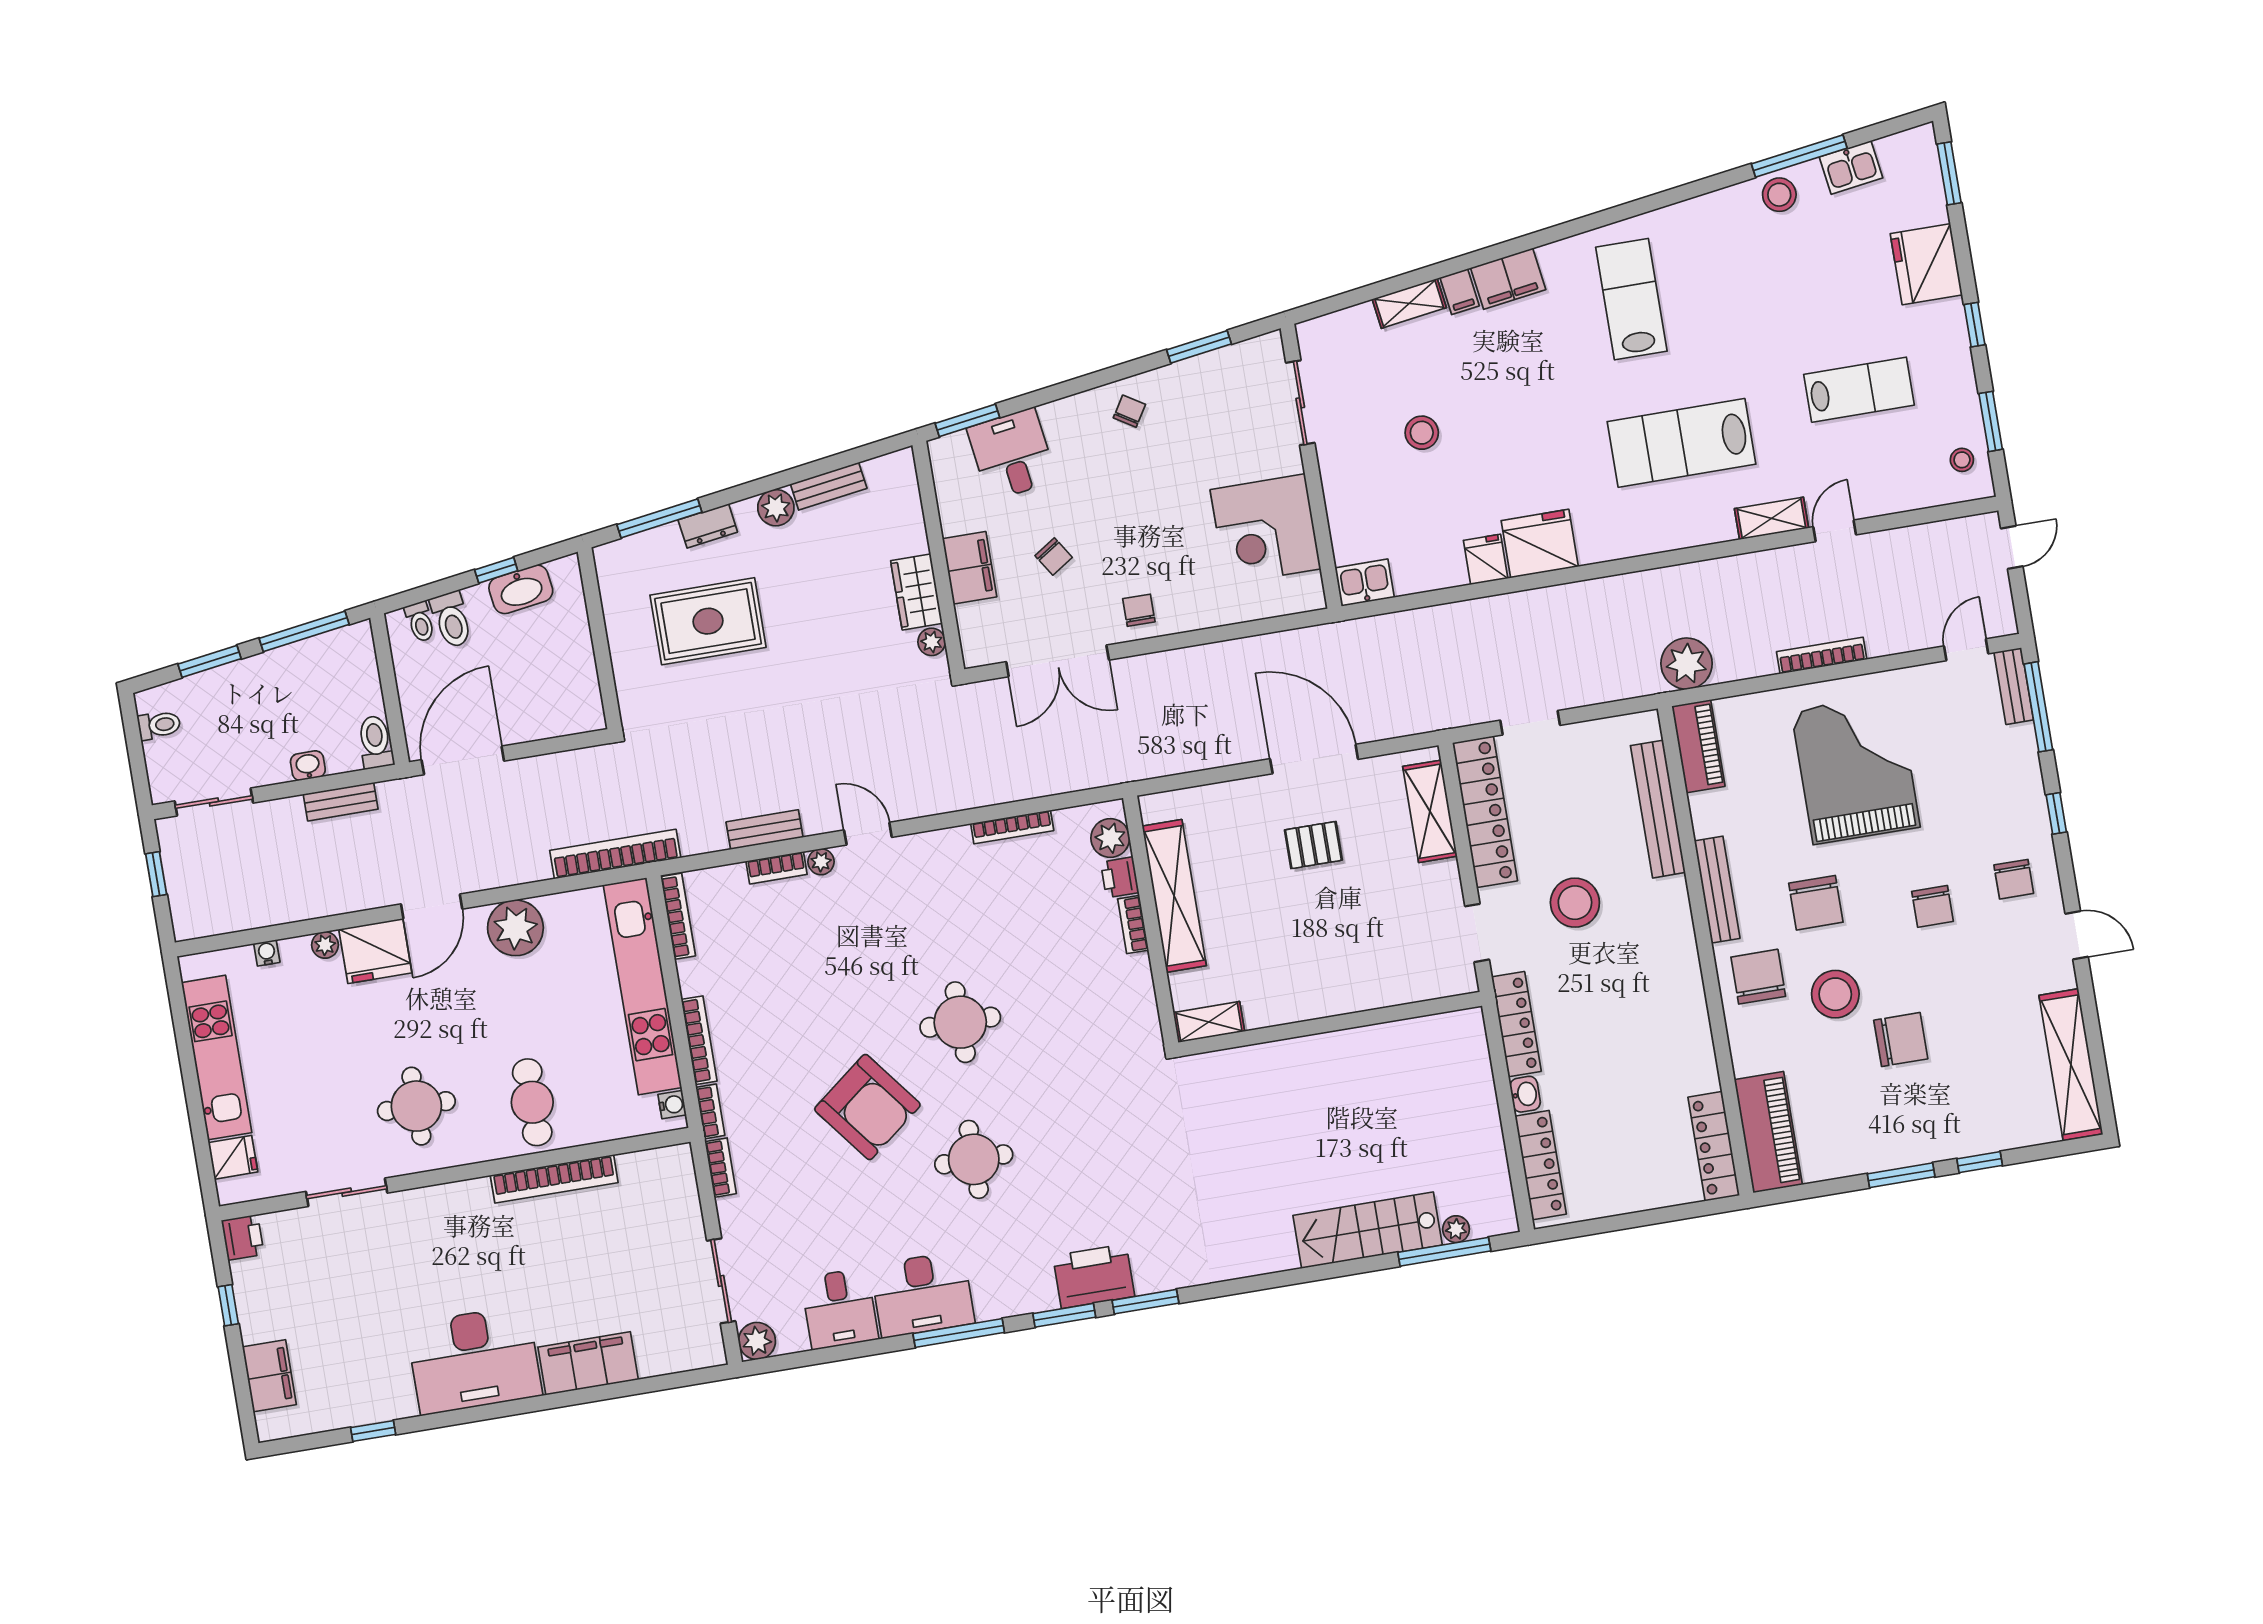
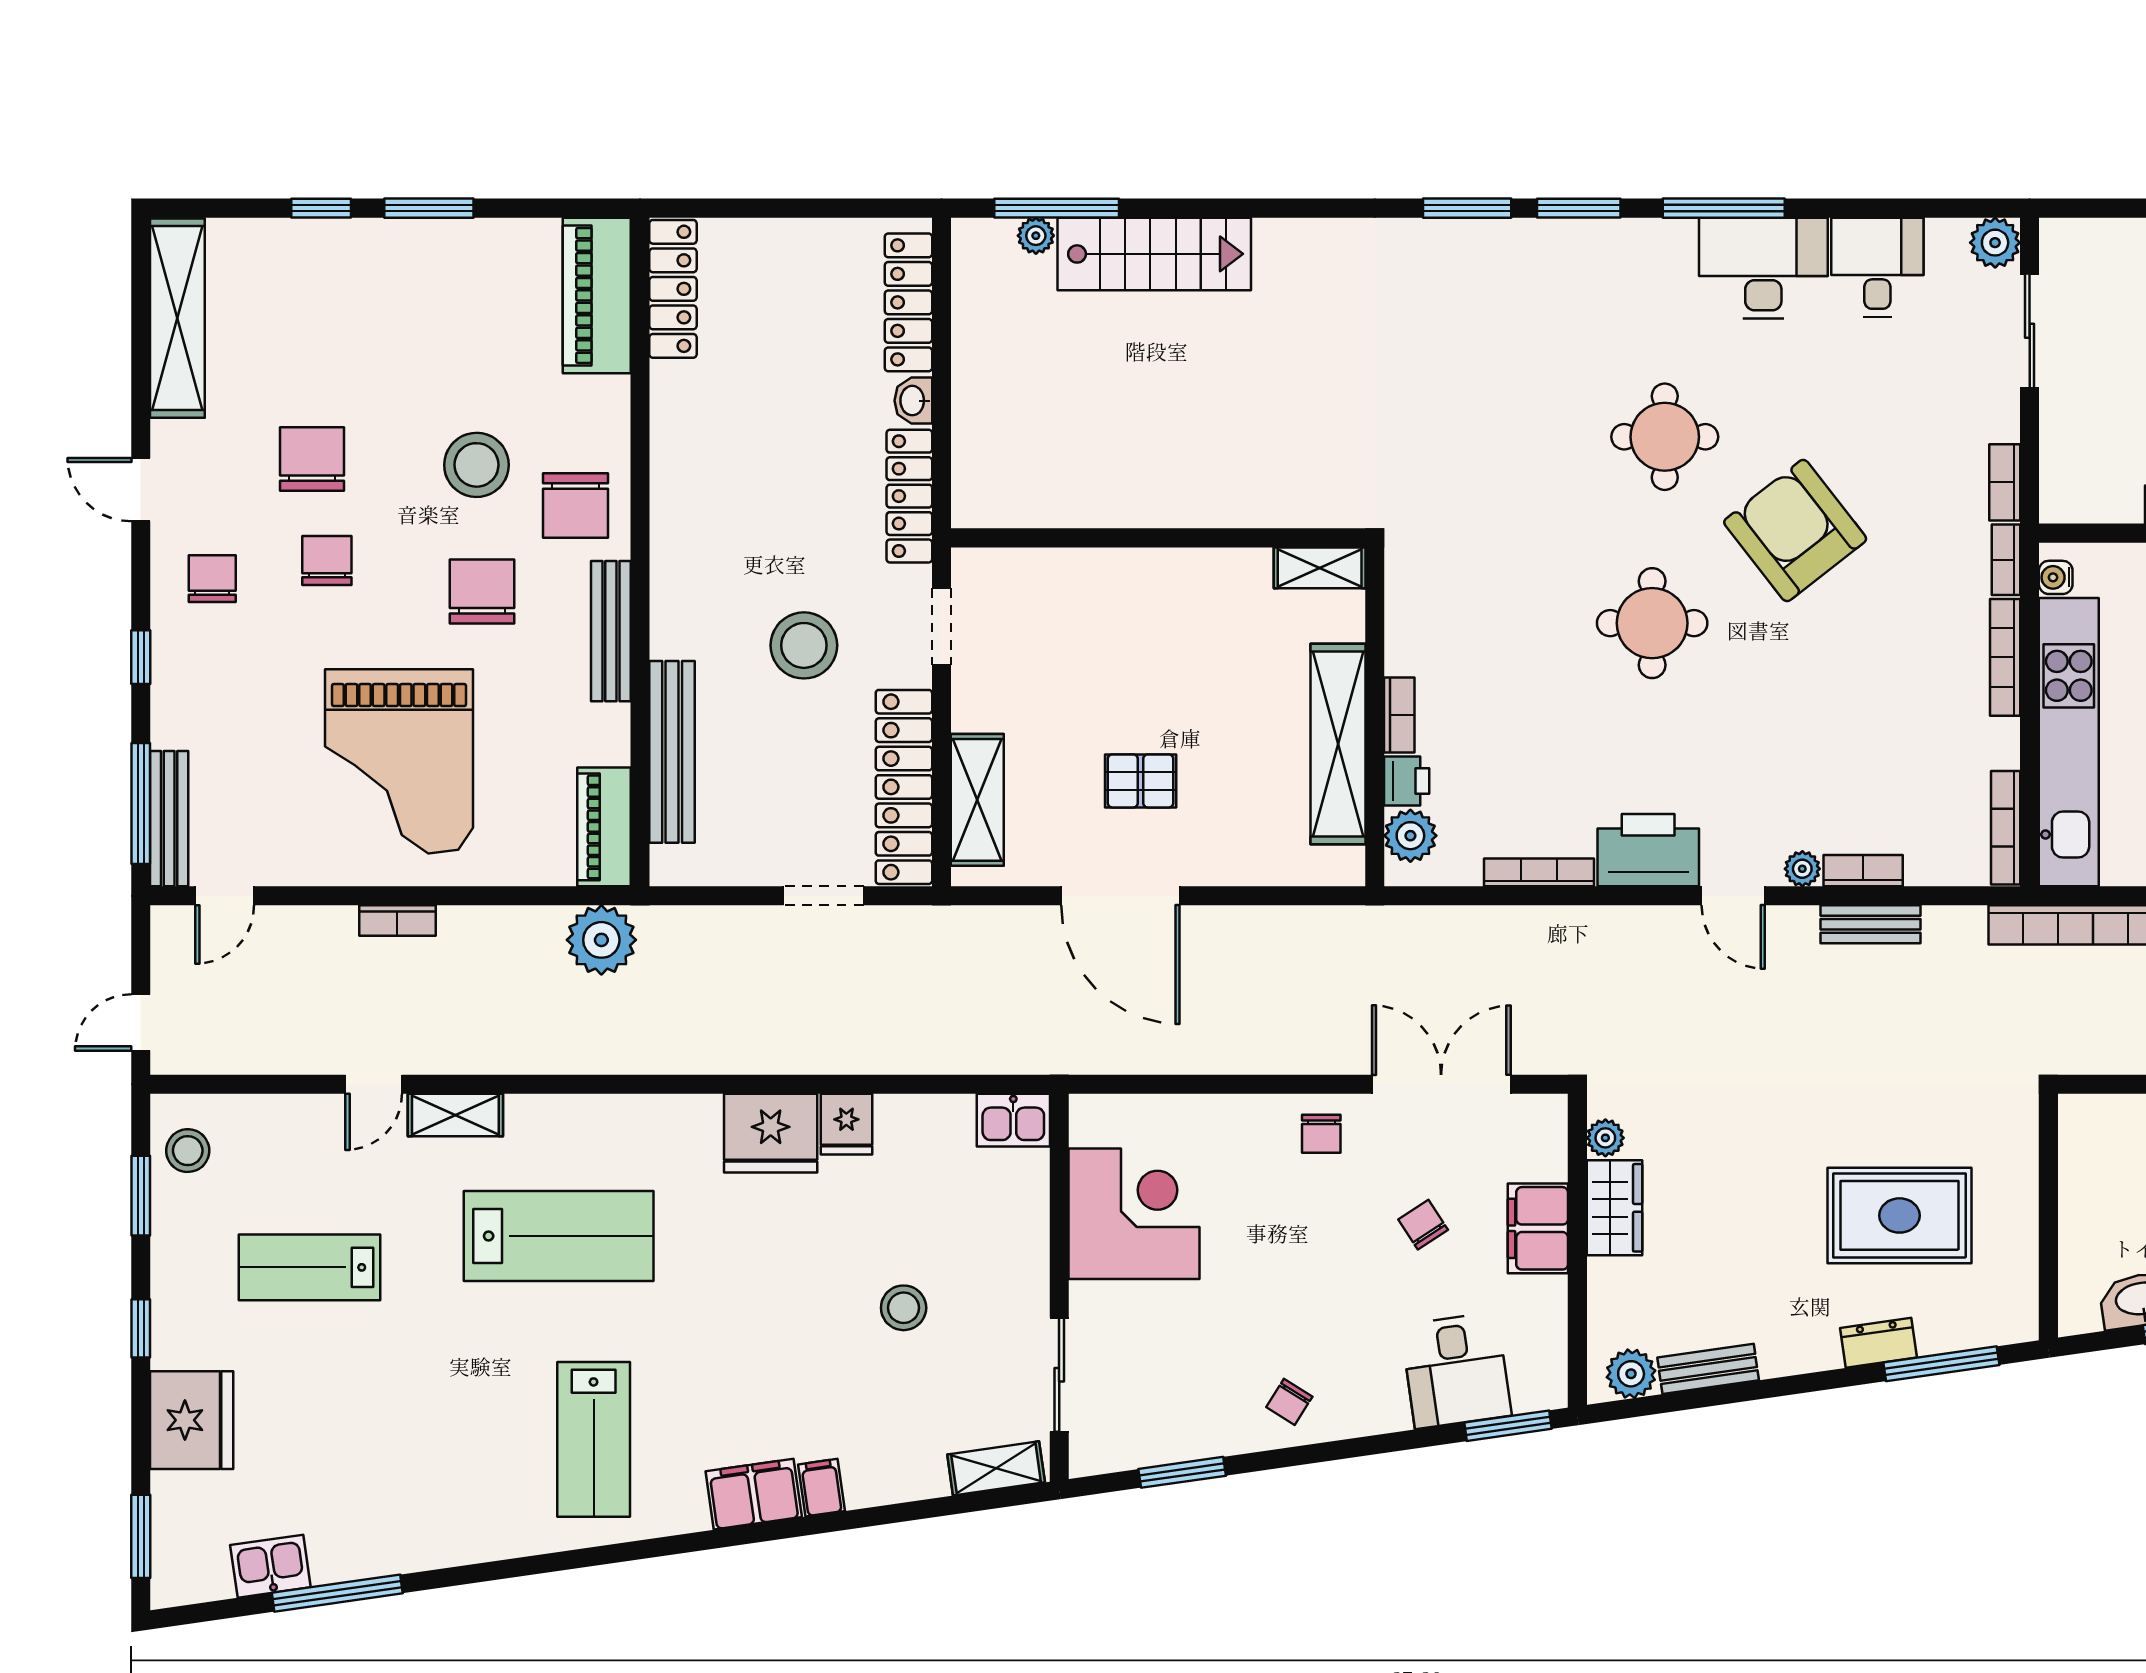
stool: (1779, 195) -> (373, 1546), removed
shelving: (1409, 303) -> (996, 1468), moved
stool: (1962, 460) -> (188, 1151), width x1.37, depth x1.37
plant: (776, 508) -> (1631, 1374), moved
bookcase: (1822, 656) -> (397, 921), width x0.64
bench: (2014, 686) -> (169, 819), width x1.36
chair: (1901, 1039) -> (312, 459), moved, turned 90
printer: (1094, 1276) -> (1648, 850), moved, turned 180

